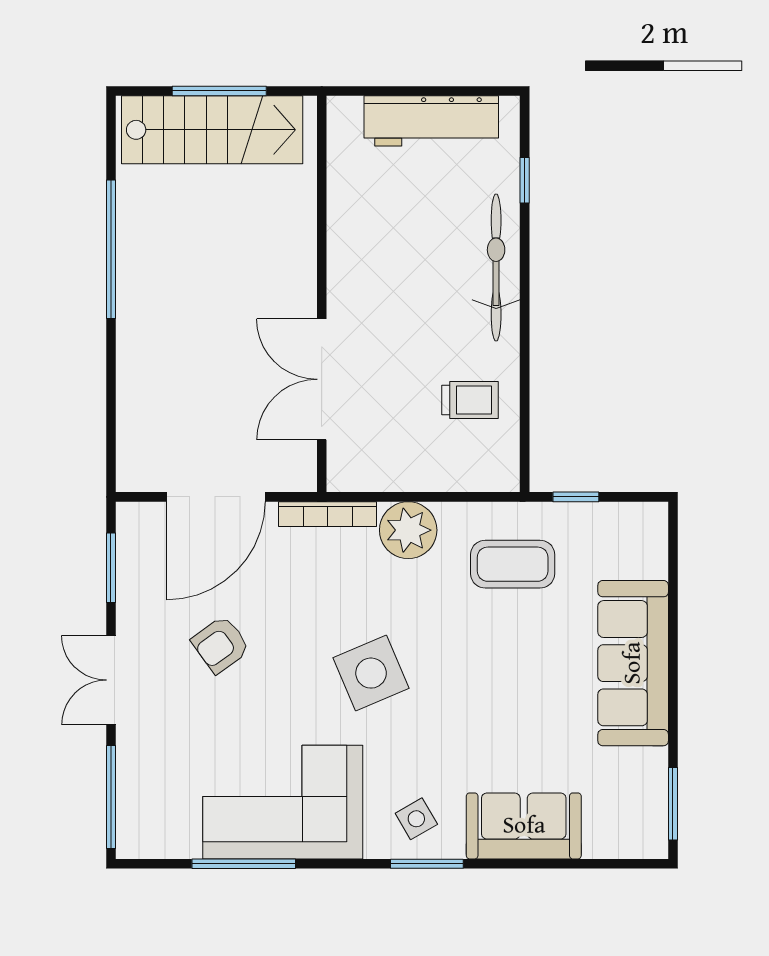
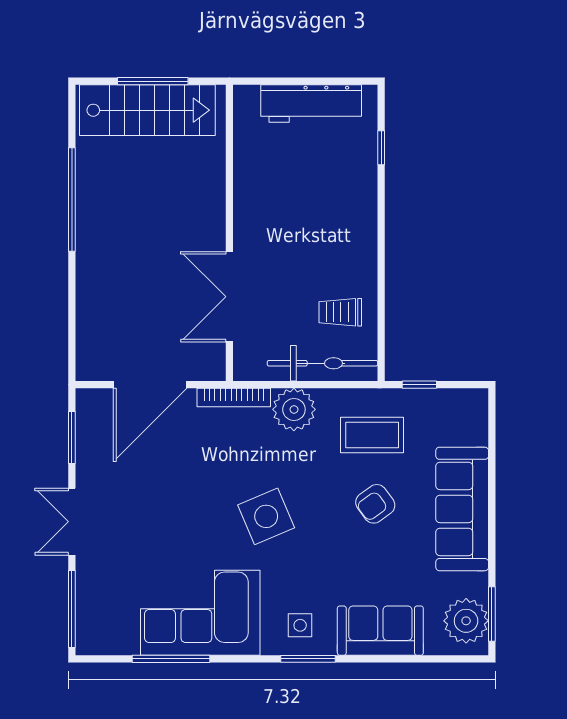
bicycle: (496, 267) -> (322, 363), moved, turned 90
trolley: (470, 400) -> (340, 312), turned 180
armchair: (221, 645) -> (375, 504), moved
plant: (638, 813) -> (466, 621), added
side table: (416, 819) -> (300, 625), turned 30

